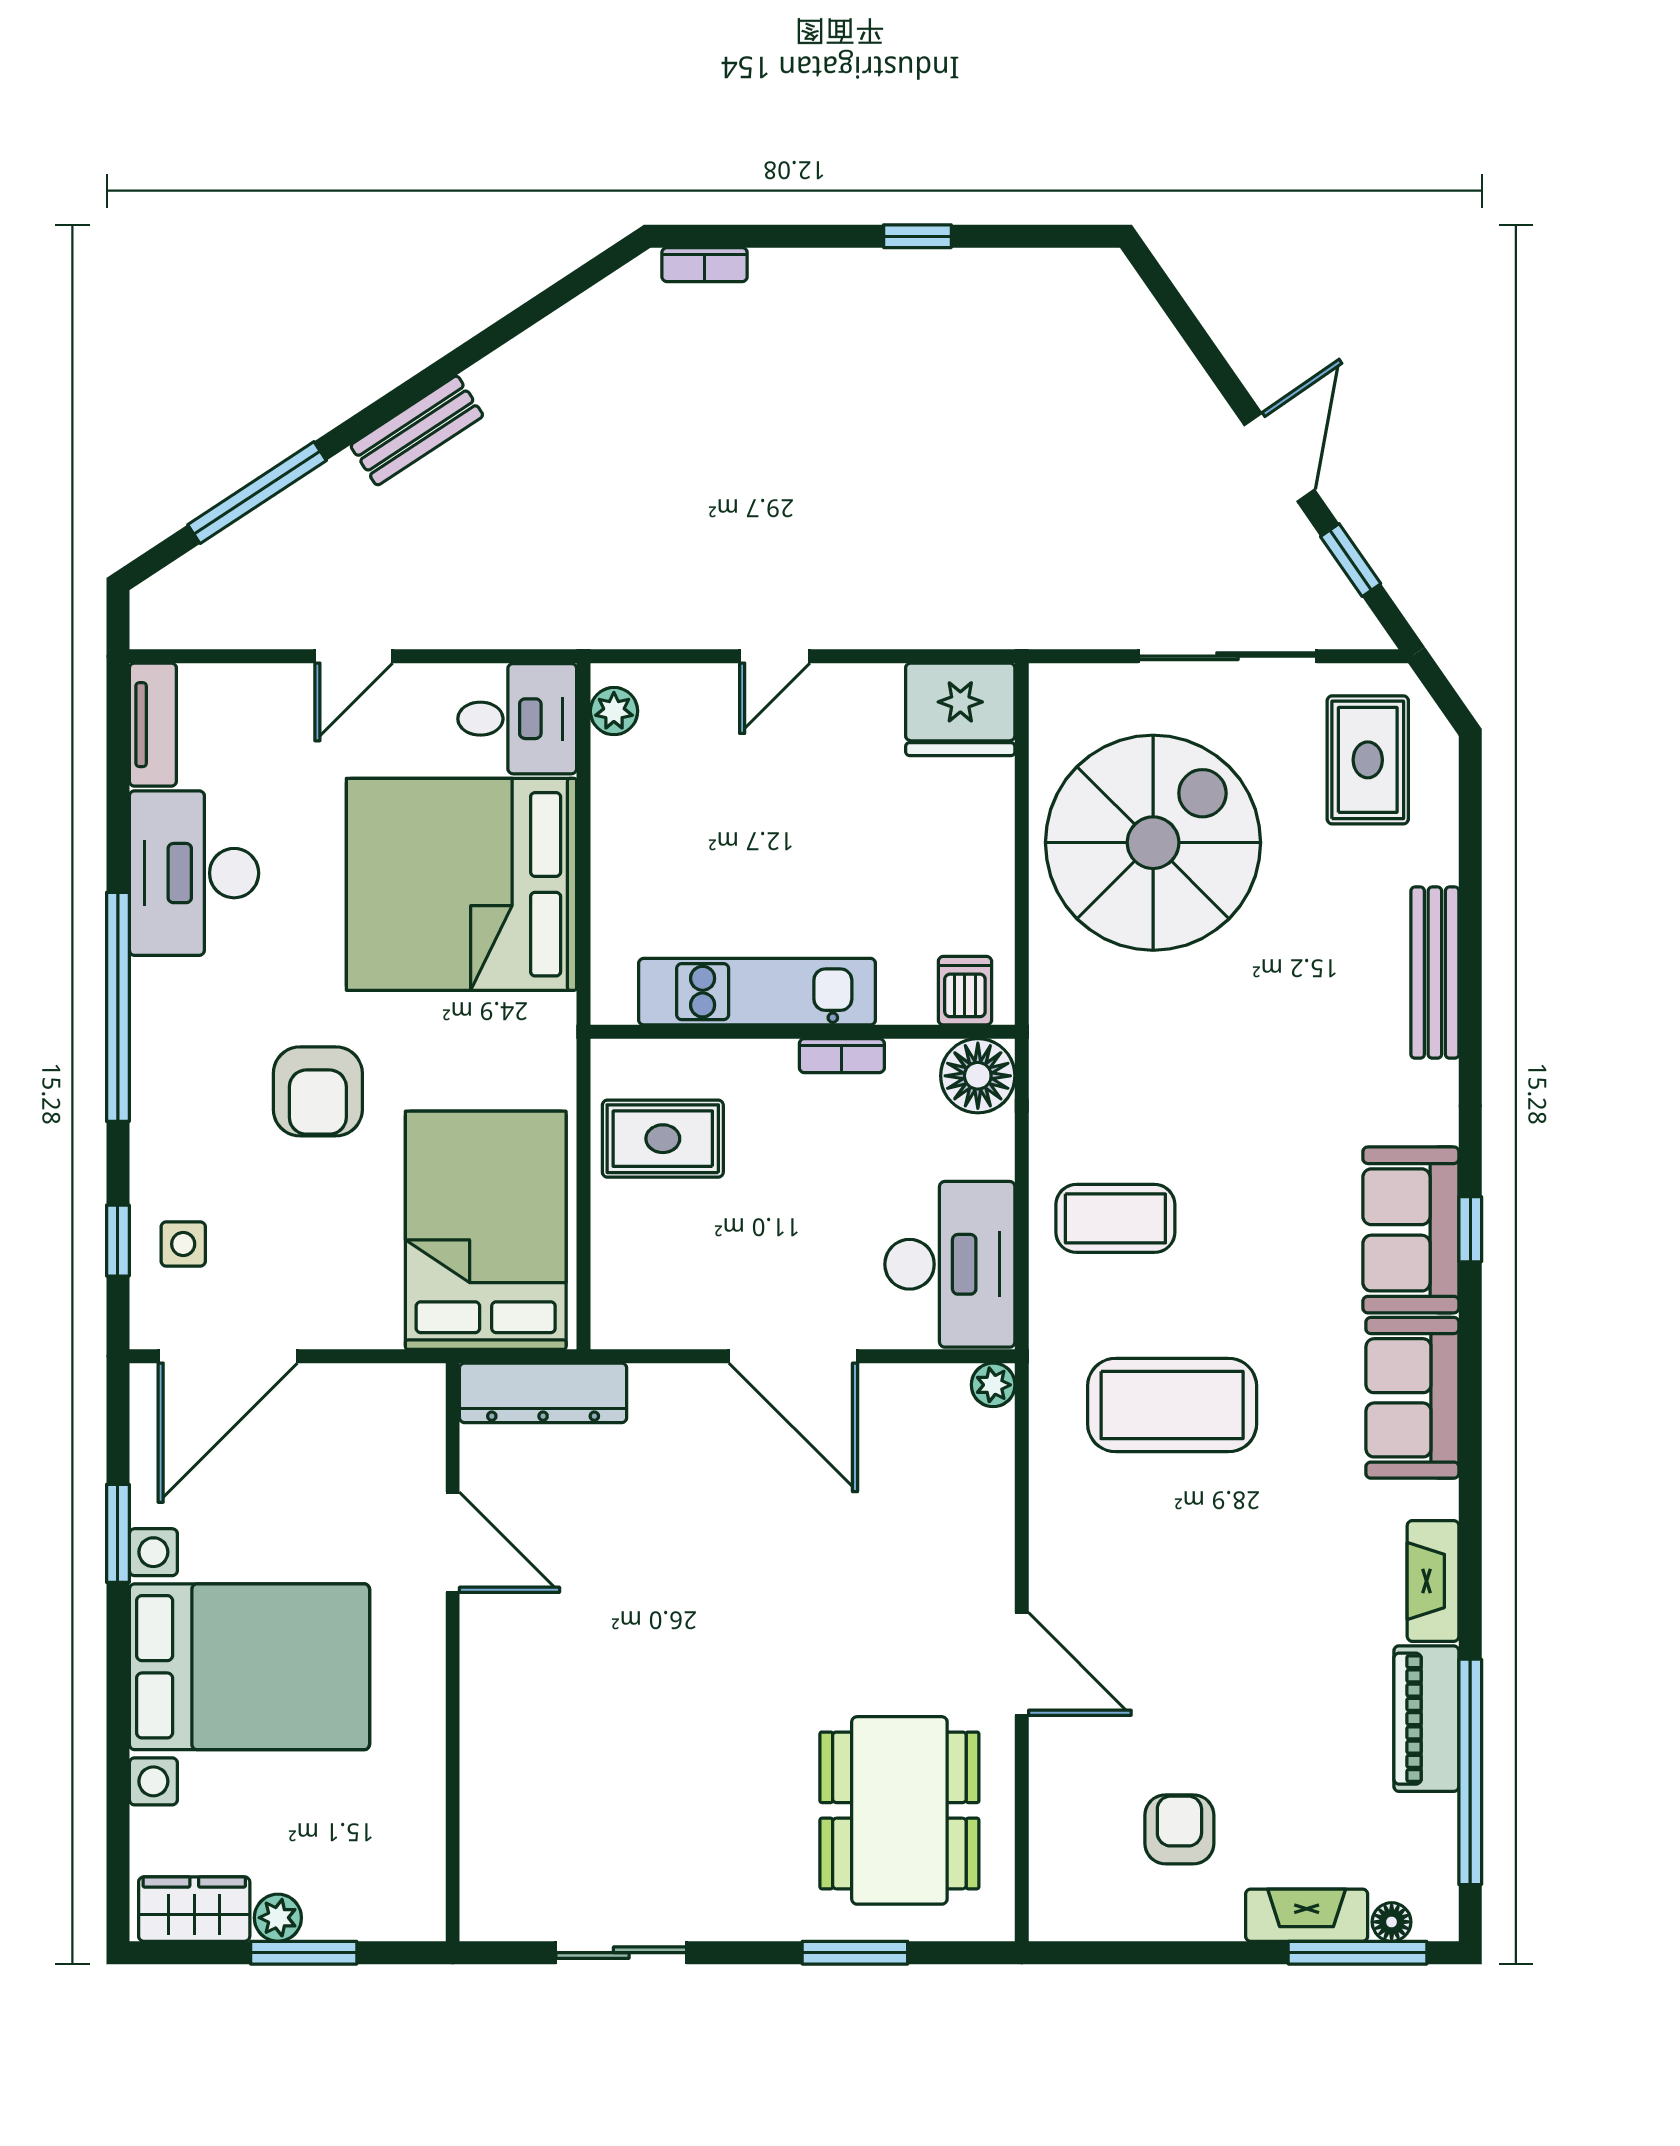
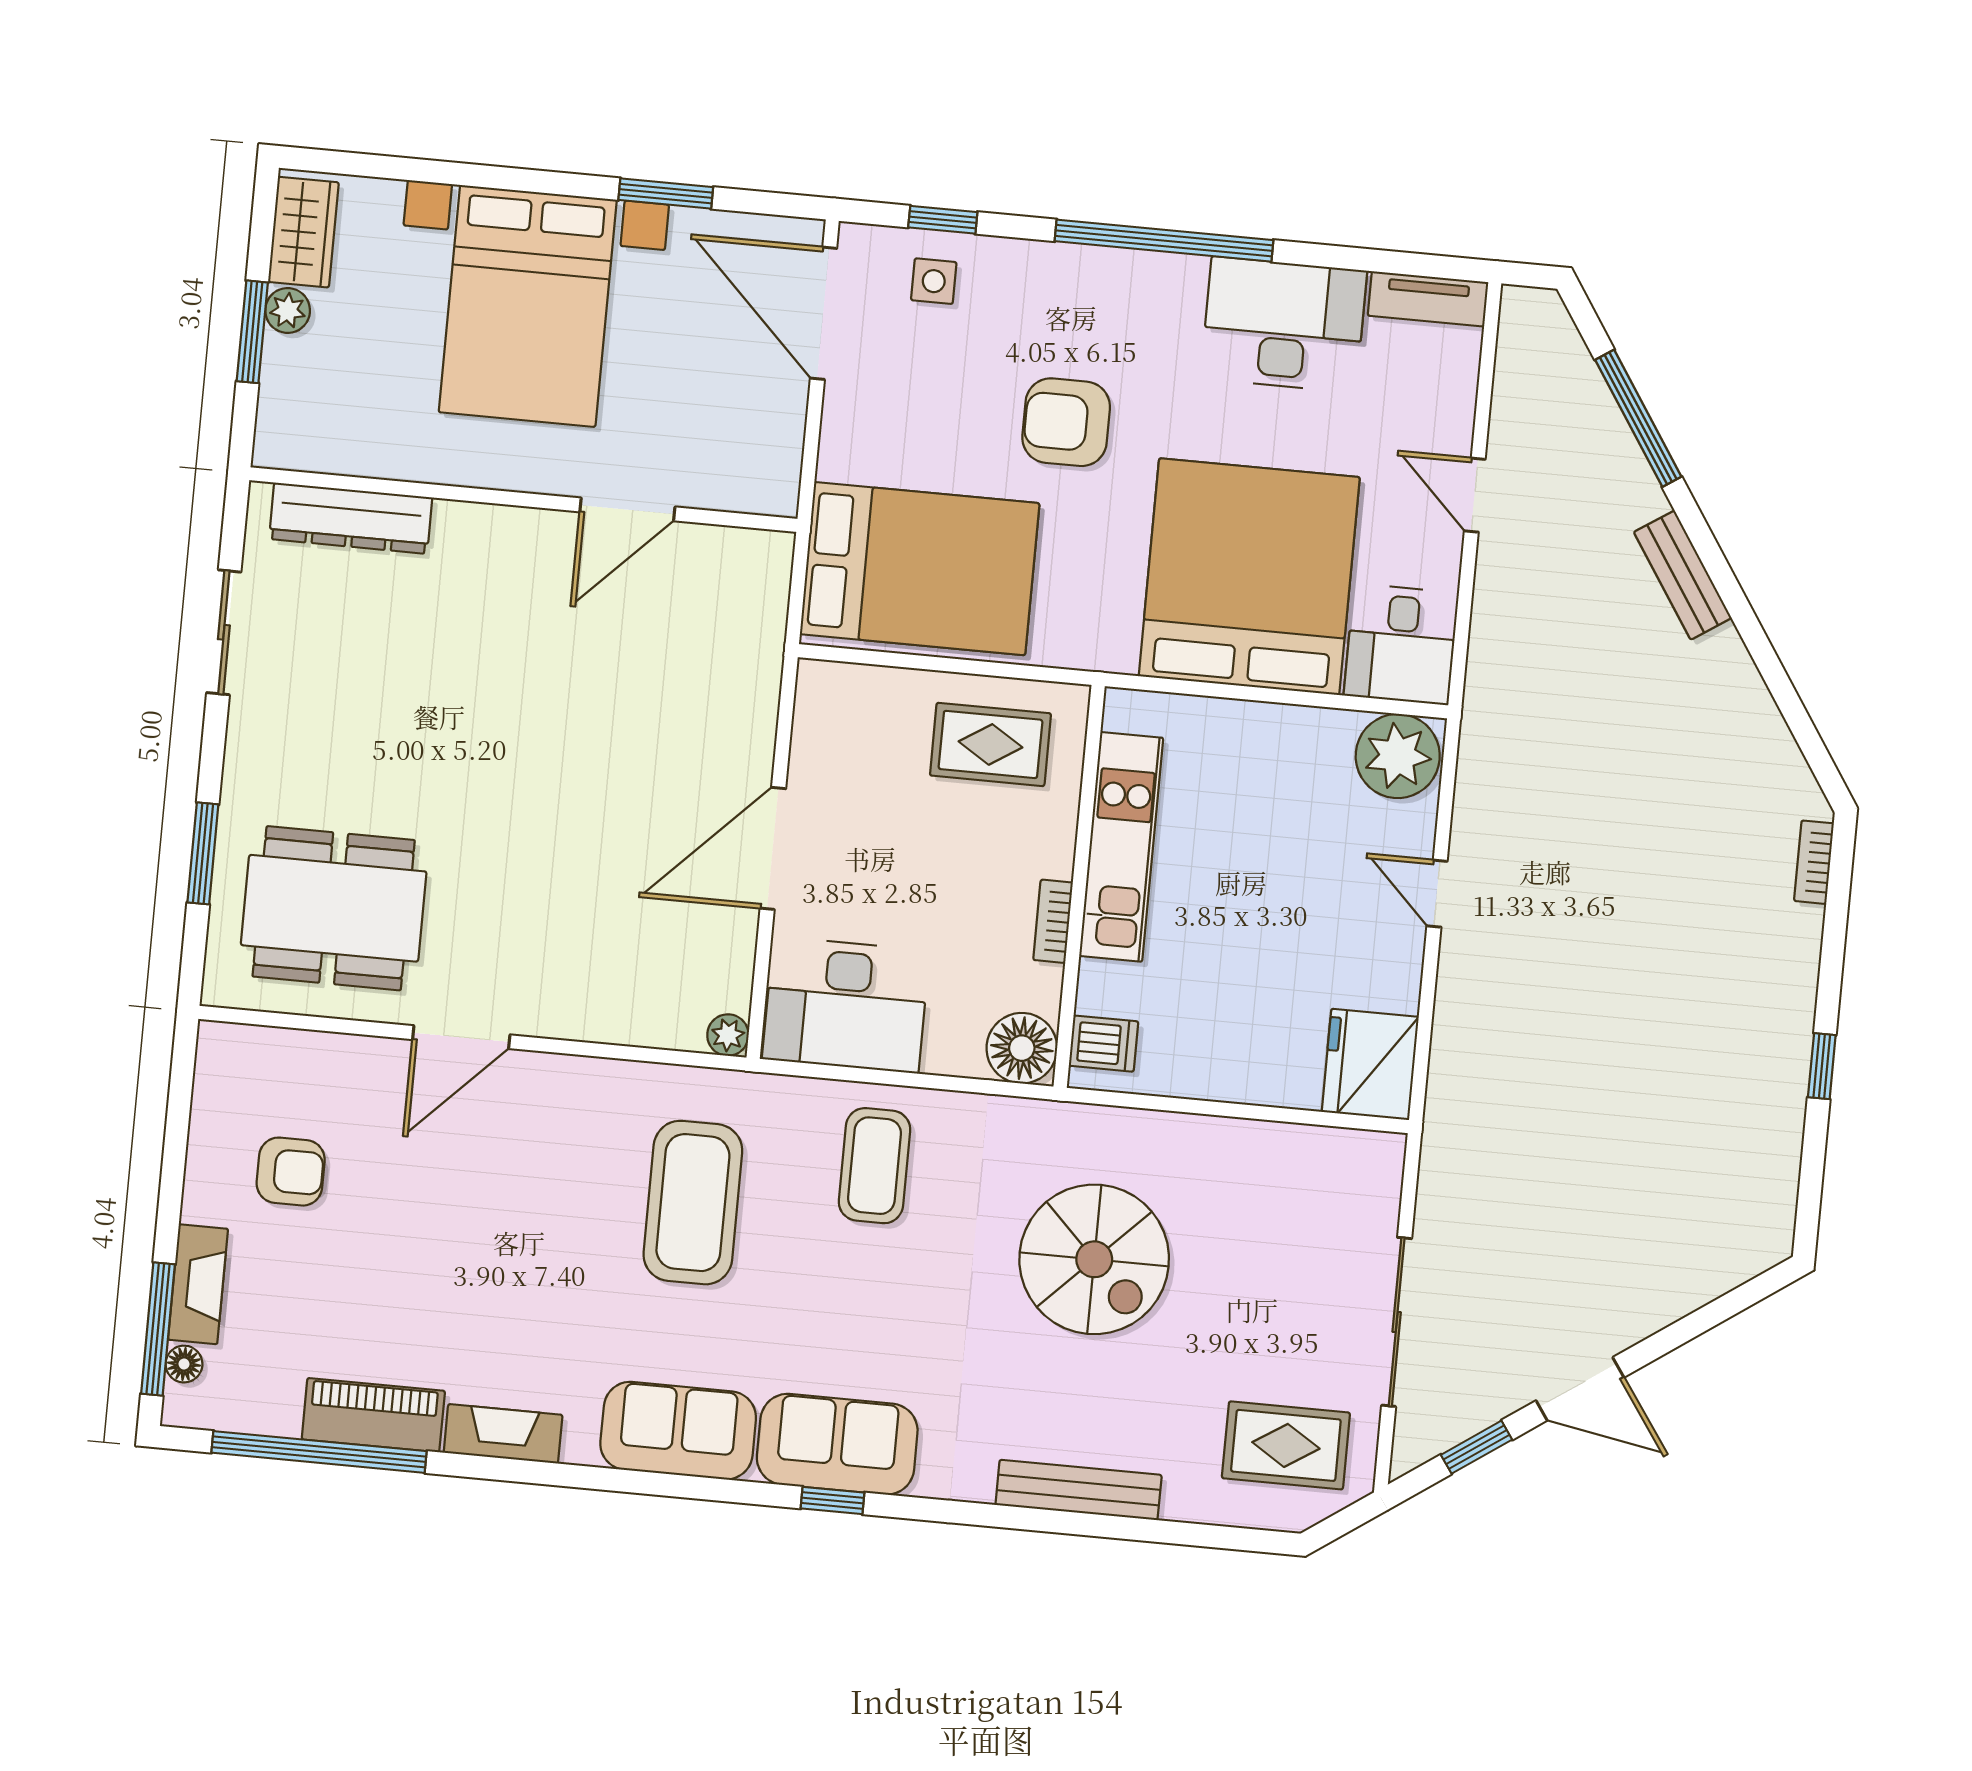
plant: (614, 711) -> (1398, 756), width x1.87, depth x1.87
spiral stairs: (1153, 843) -> (1094, 1259), moved, width x0.73, depth x0.73
rug: (663, 1139) -> (990, 744), turned 90
dresser: (543, 1393) -> (351, 518), moved, turned -90

